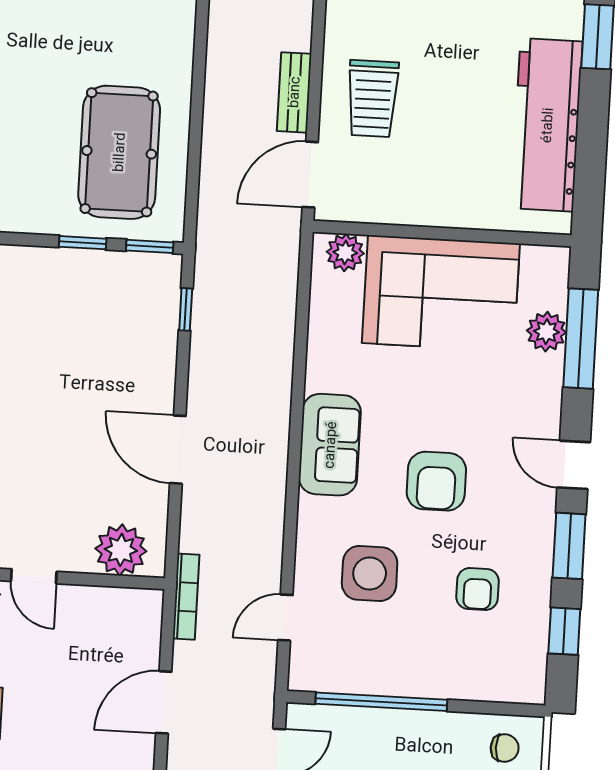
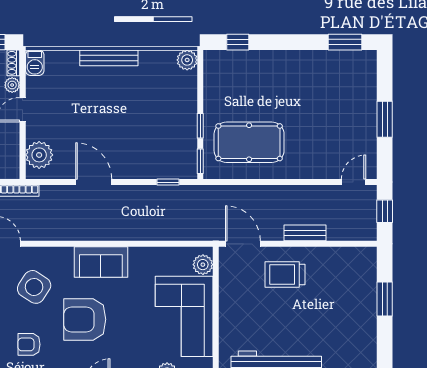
bench: (294, 92) -> (305, 233), moved
door: (178, 450) -> (94, 182), hinge flipped
armchair: (436, 481) -> (85, 319), width x1.36, depth x1.36
side table: (370, 573) -> (34, 287), turned 33

